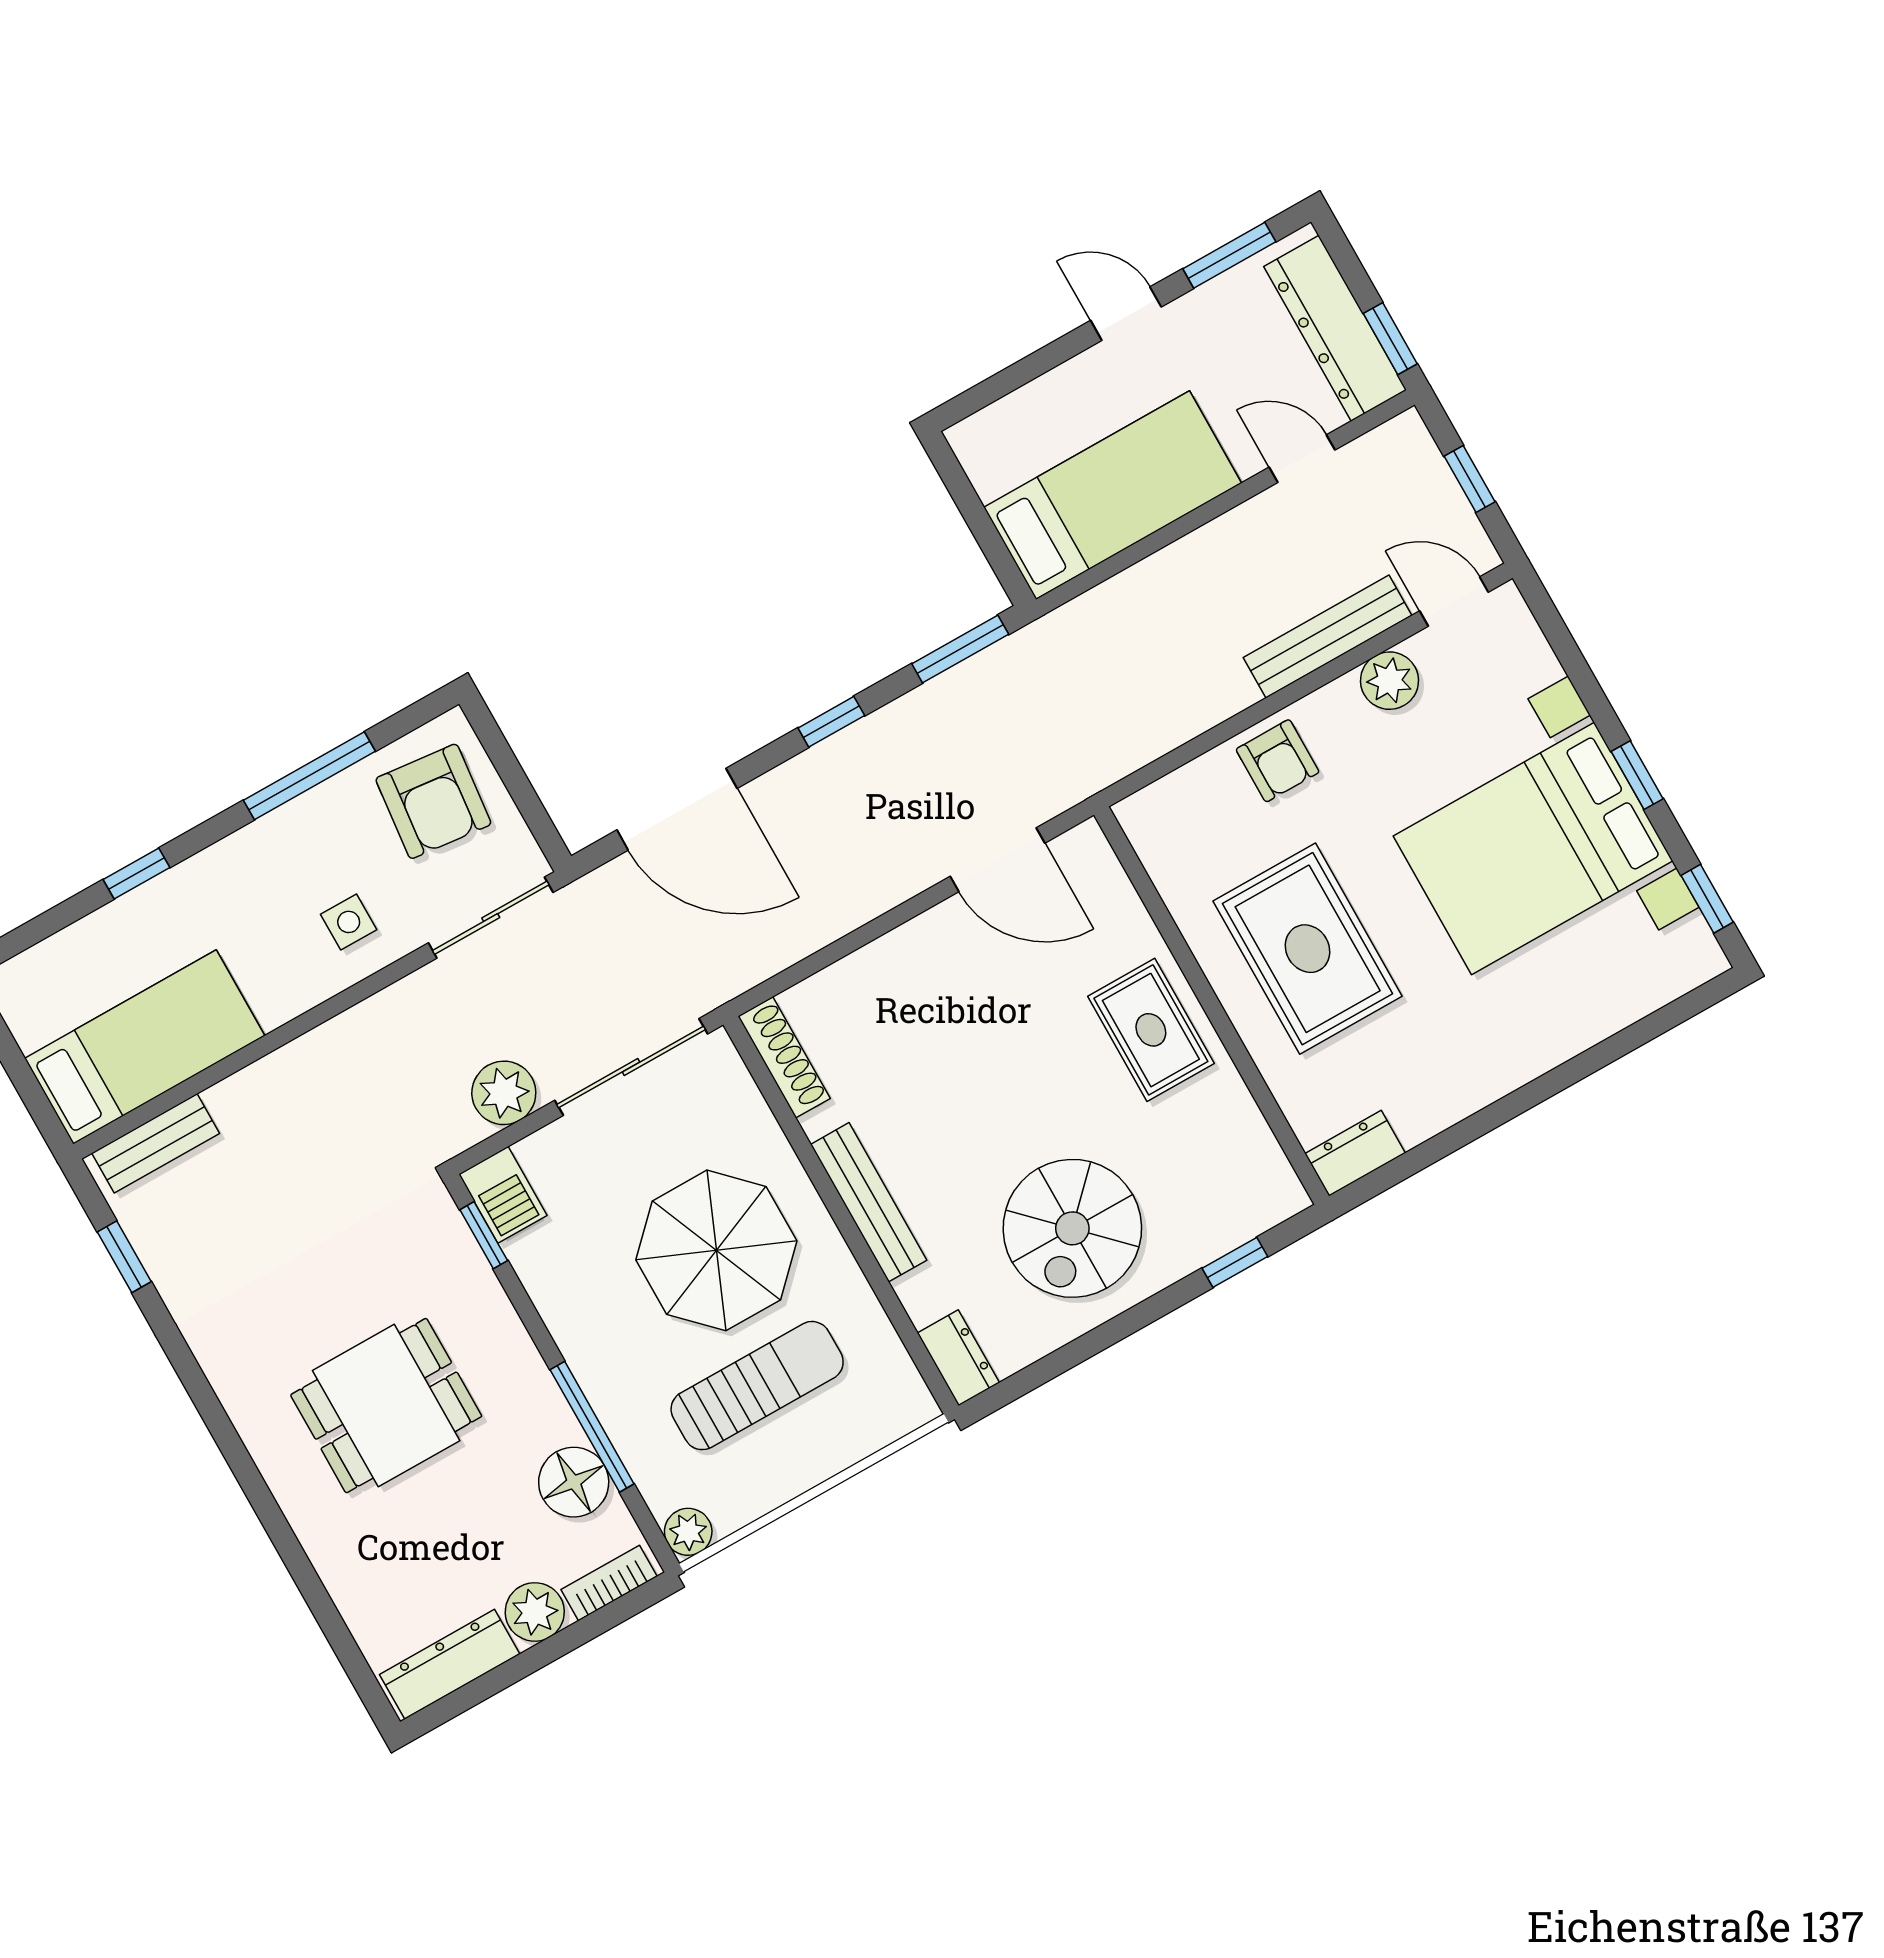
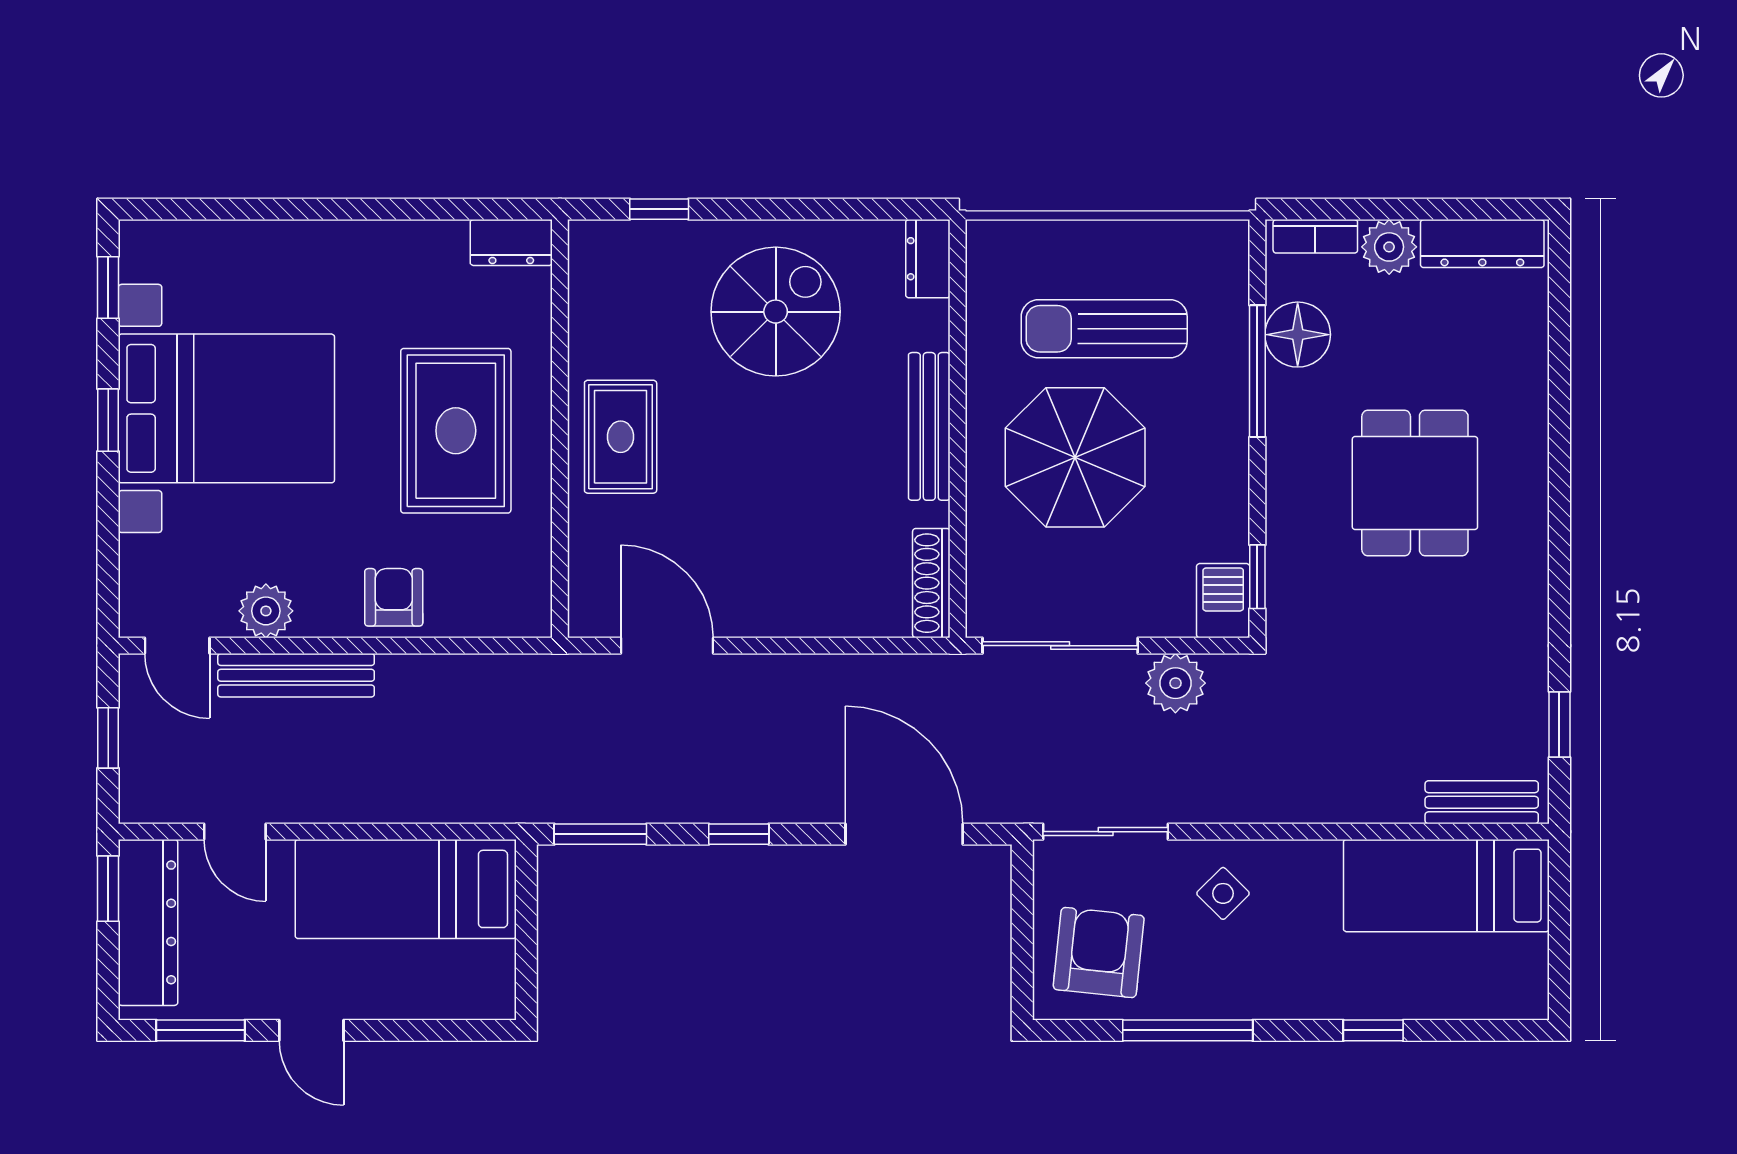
side table: (349, 922) -> (1223, 893), turned 45
dining table: (386, 1406) -> (1415, 483), turned 90
plant: (688, 1532) -> (1228, 242), removed

